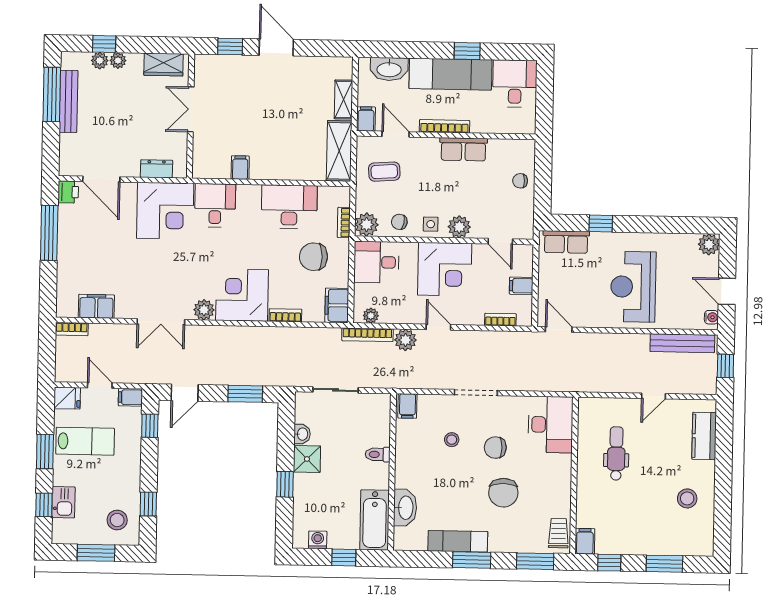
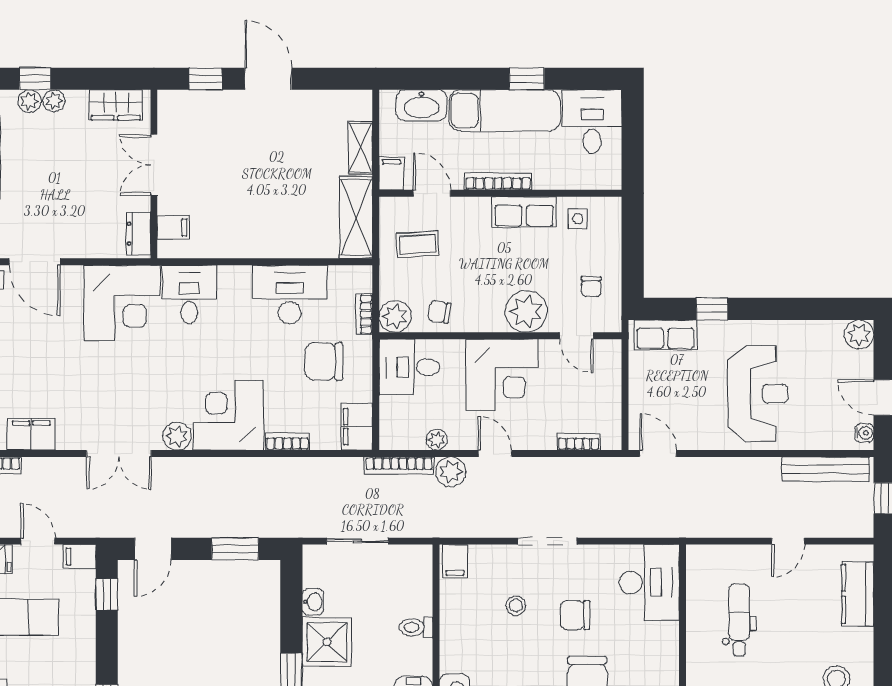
filing cabinet: (240, 168) -> (173, 228), moved, turned 90
dresser: (156, 169) -> (138, 234), moved, turned -90
chair: (520, 181) -> (591, 287), moved, turned -90
side table: (431, 224) -> (578, 219), moved
plant: (459, 227) -> (526, 312), width x1.36, depth x1.36
filing cabinet: (521, 286) -> (606, 395), removed
reception desk: (633, 287) -> (758, 394), turned 180
plant: (371, 316) -> (437, 440), moved
shower: (307, 459) -> (327, 642), width x1.36, depth x1.36

